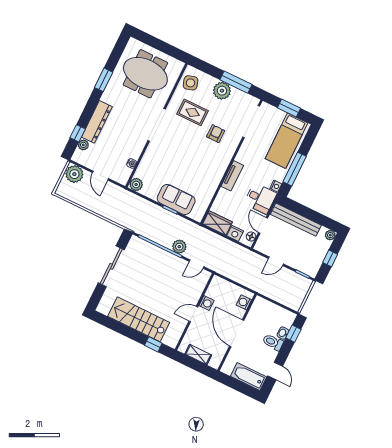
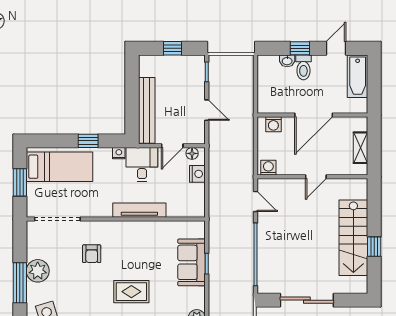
window: (236, 82) -> (20, 283), moved
rug: (193, 112) -> (131, 292), moved, turned 90
armchair: (216, 134) -> (92, 254), turned -90
window: (295, 169) -> (88, 141), width x0.46
tv unit: (232, 176) -> (139, 210), width x1.41
wardrobe: (217, 223) -> (195, 200), removed
plant: (330, 235) -> (145, 61), removed
plant: (179, 247) -> (245, 232), removed
washing machine: (206, 303) -> (268, 168), moved
door: (193, 314) -> (316, 177), hinge flipped
window: (293, 334) -> (300, 48), moved
window: (153, 344) -> (374, 247), moved

